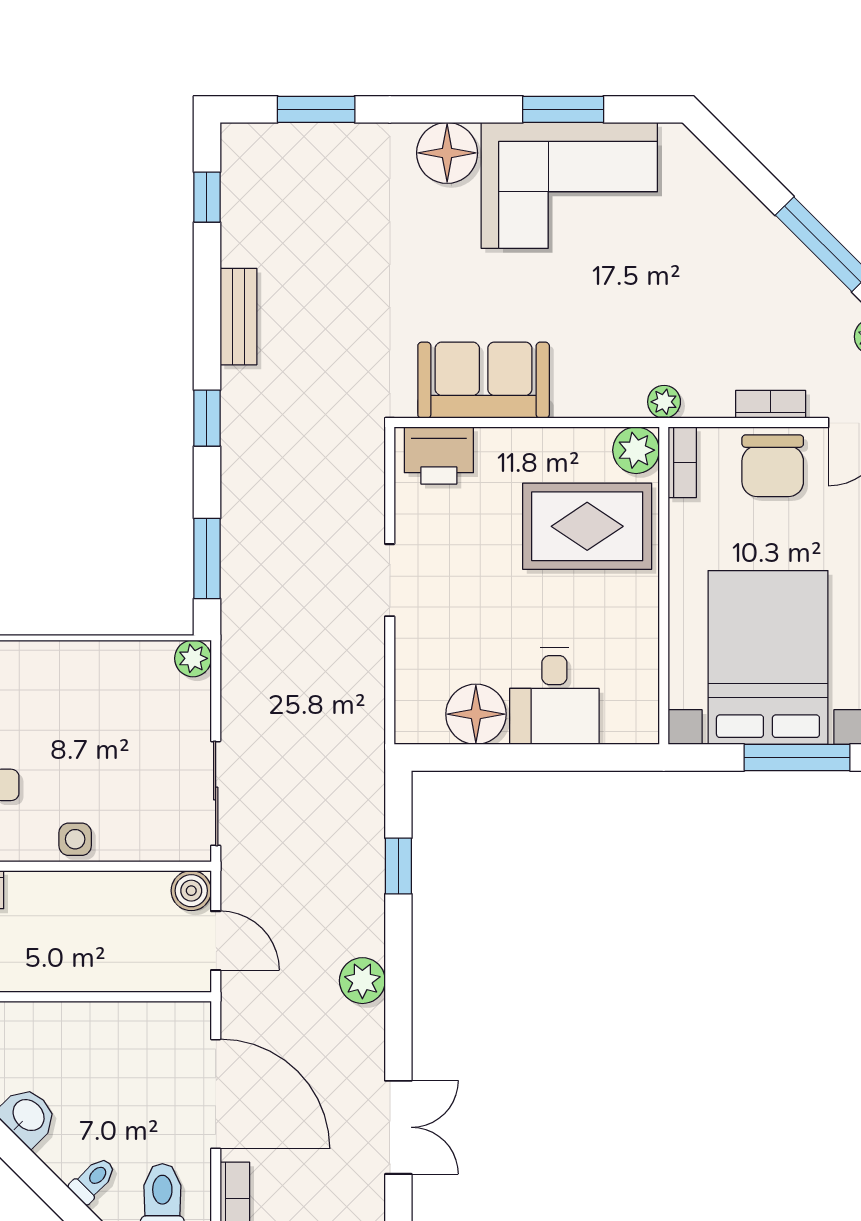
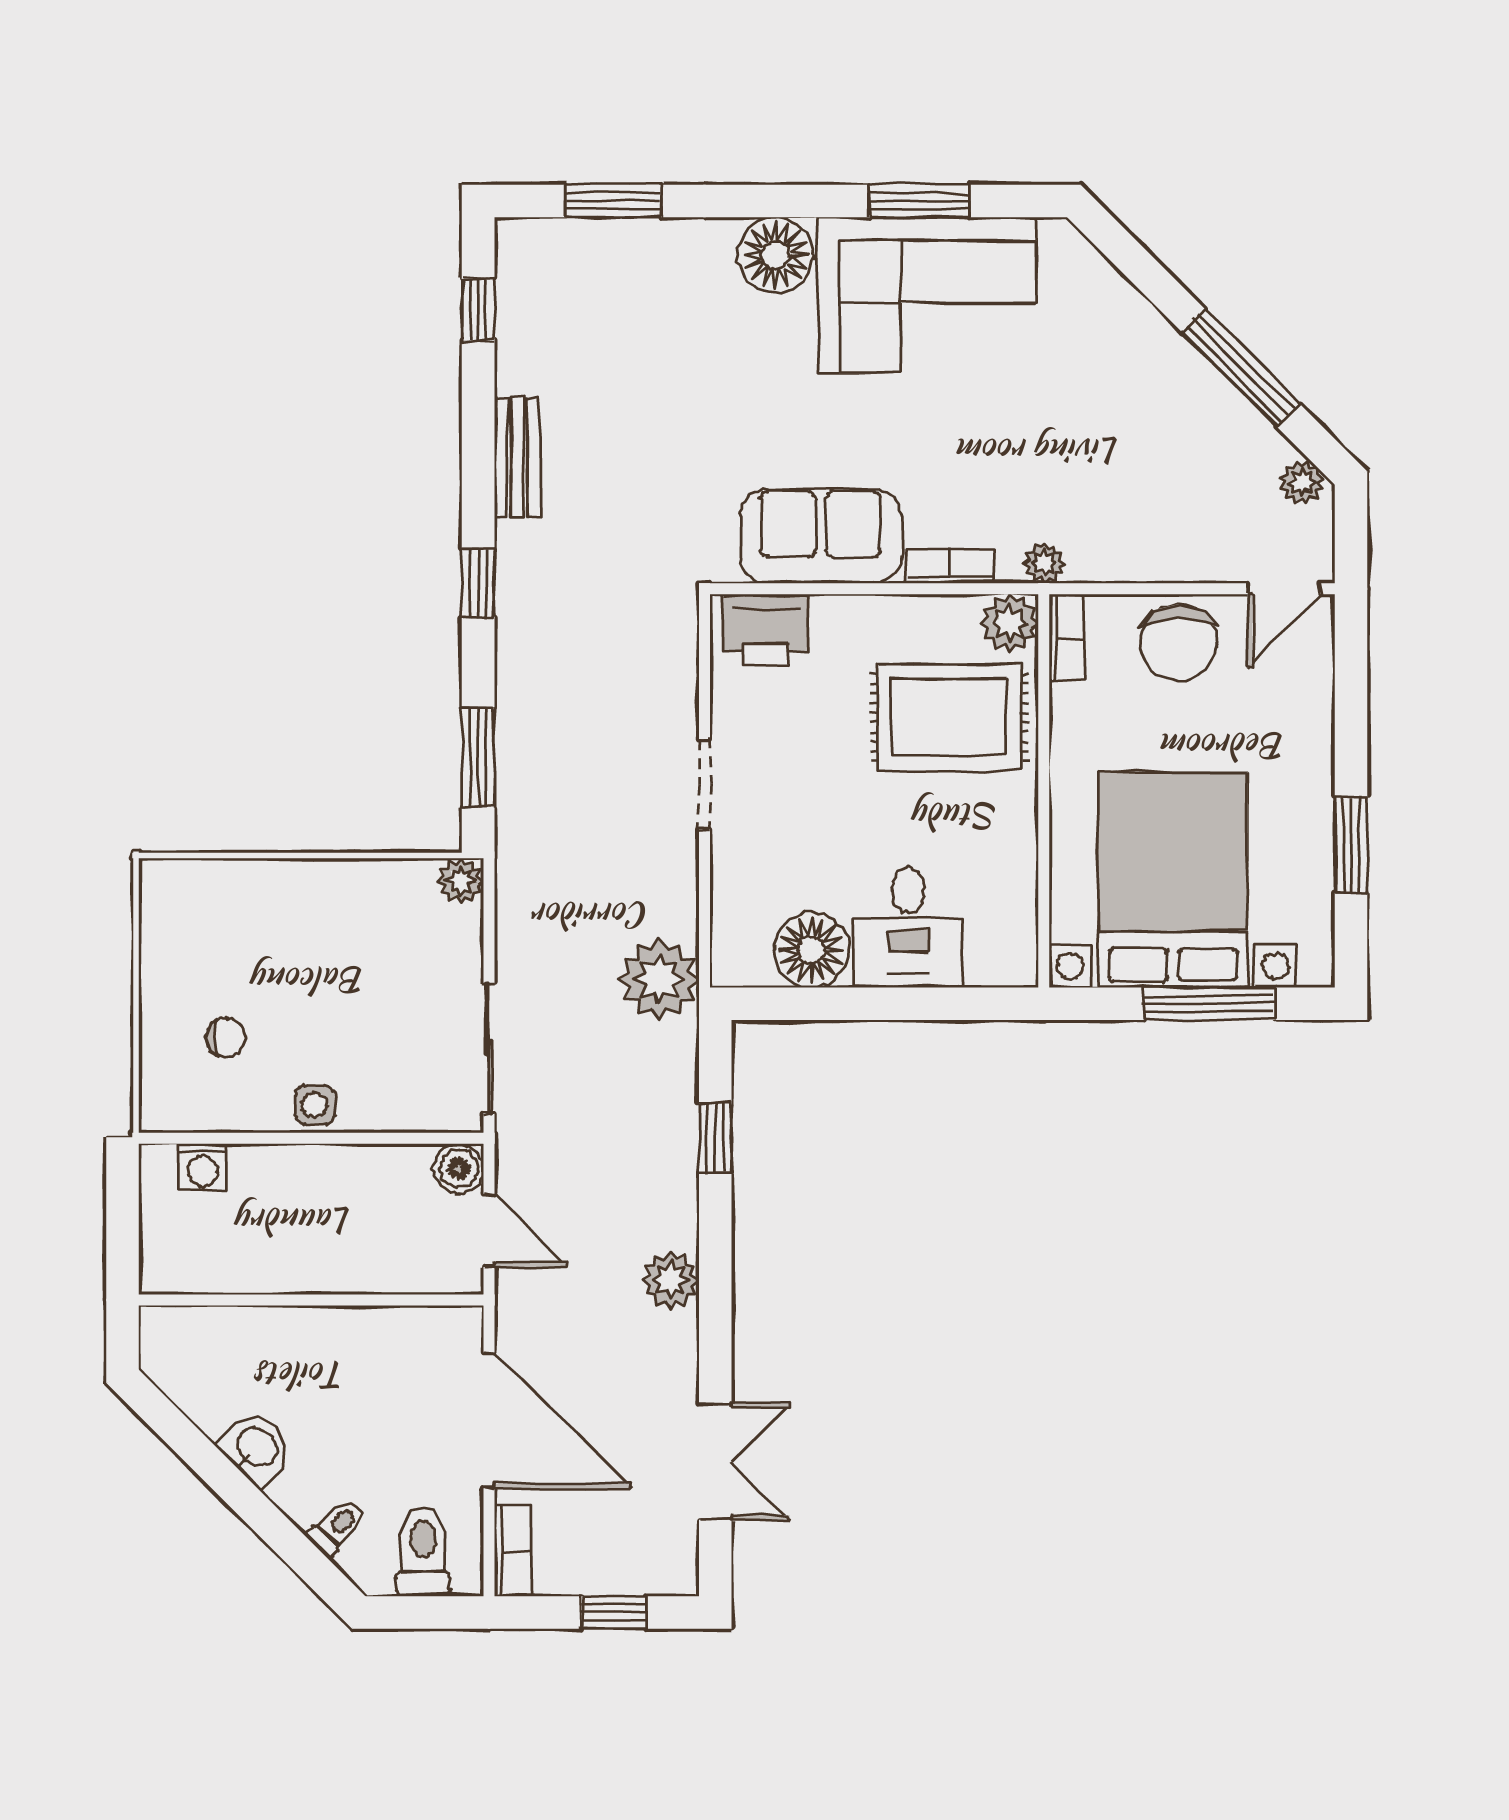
bookcase: (771, 404) -> (950, 566), moved
plant: (353, 738) -> (659, 979), added

